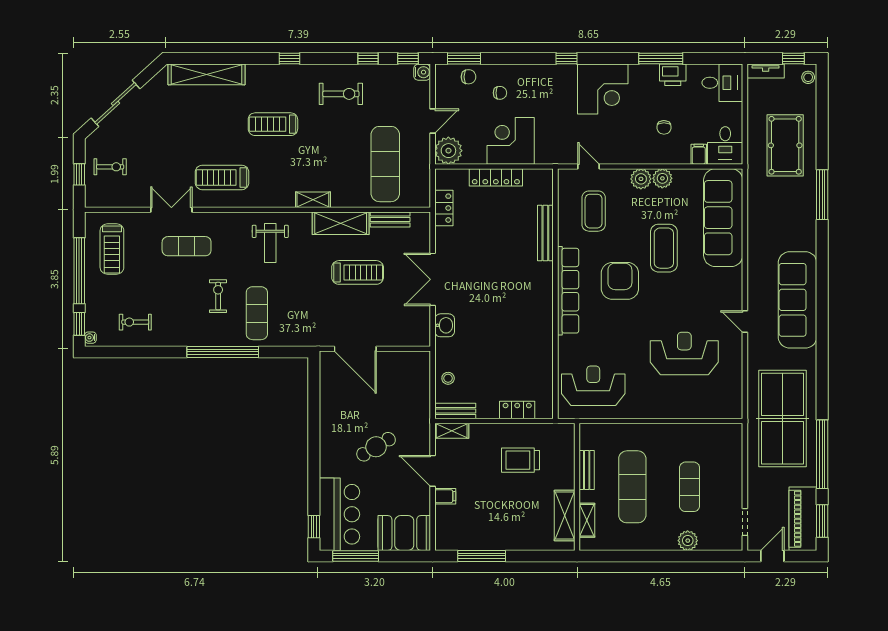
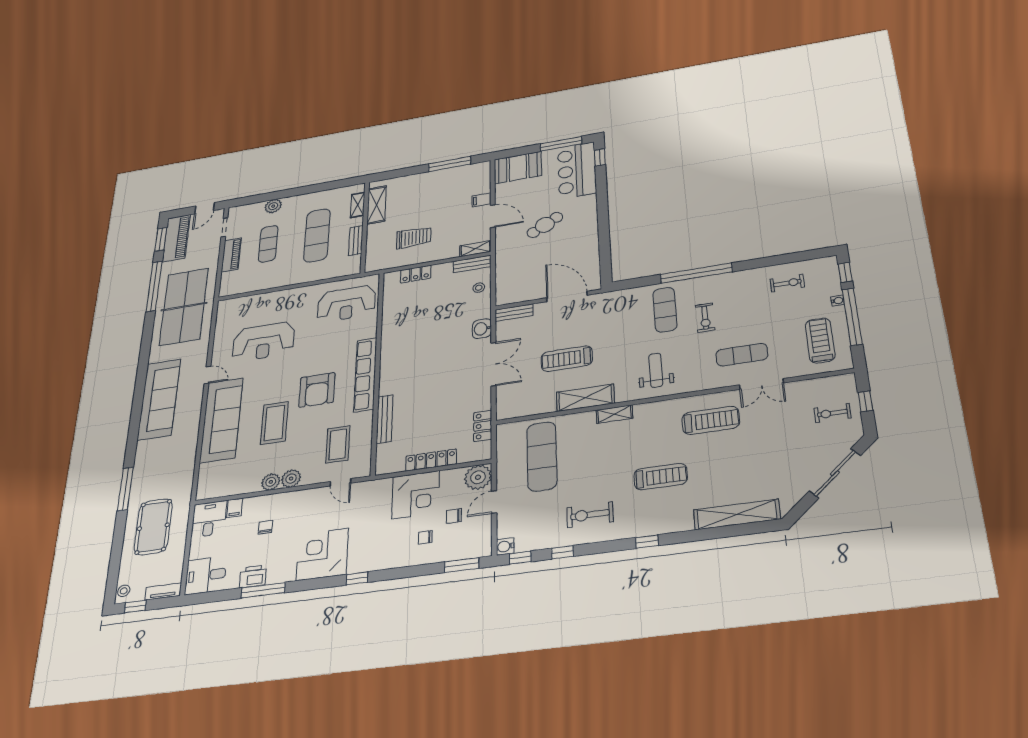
chair: (469, 77) -> (454, 516), moved
sofa: (723, 218) -> (221, 420), moved
bench: (390, 219) -> (514, 313), moved
water cooler: (90, 338) -> (838, 301), moved
piano: (733, 480) -> (231, 255), added

